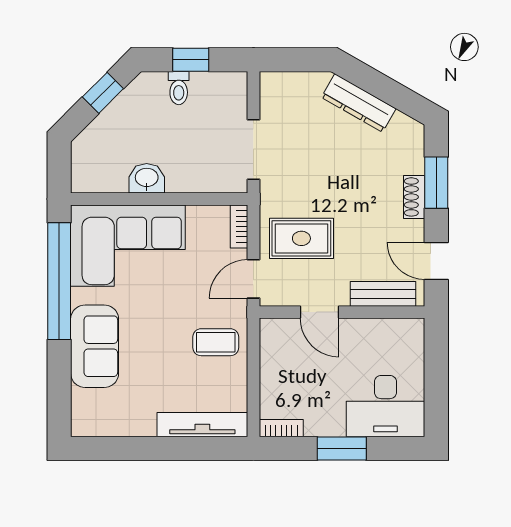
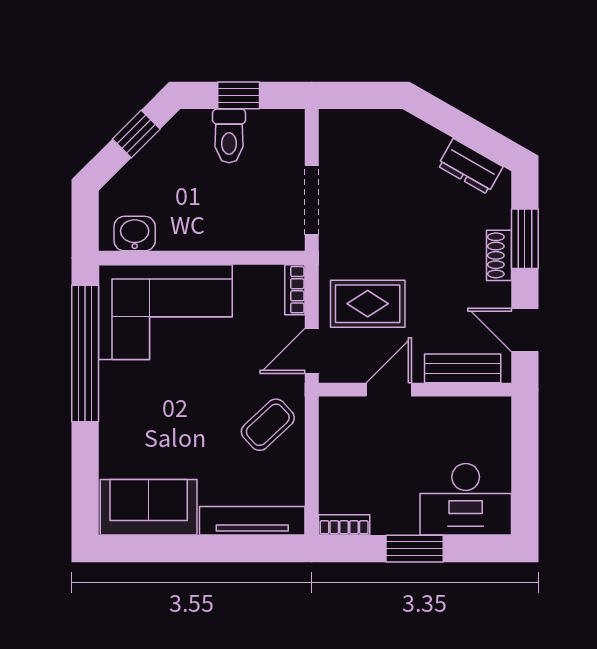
toilet: (179, 88) -> (229, 136), width x1.37, depth x1.39
dresser: (359, 103) -> (470, 166), moved, width x0.70
washbasin: (147, 178) -> (135, 234), moved
door: (320, 312) -> (389, 390), swing flipped
coffee table: (216, 342) -> (268, 425), turned -43
sofa: (95, 346) -> (149, 507), moved, turned -90

